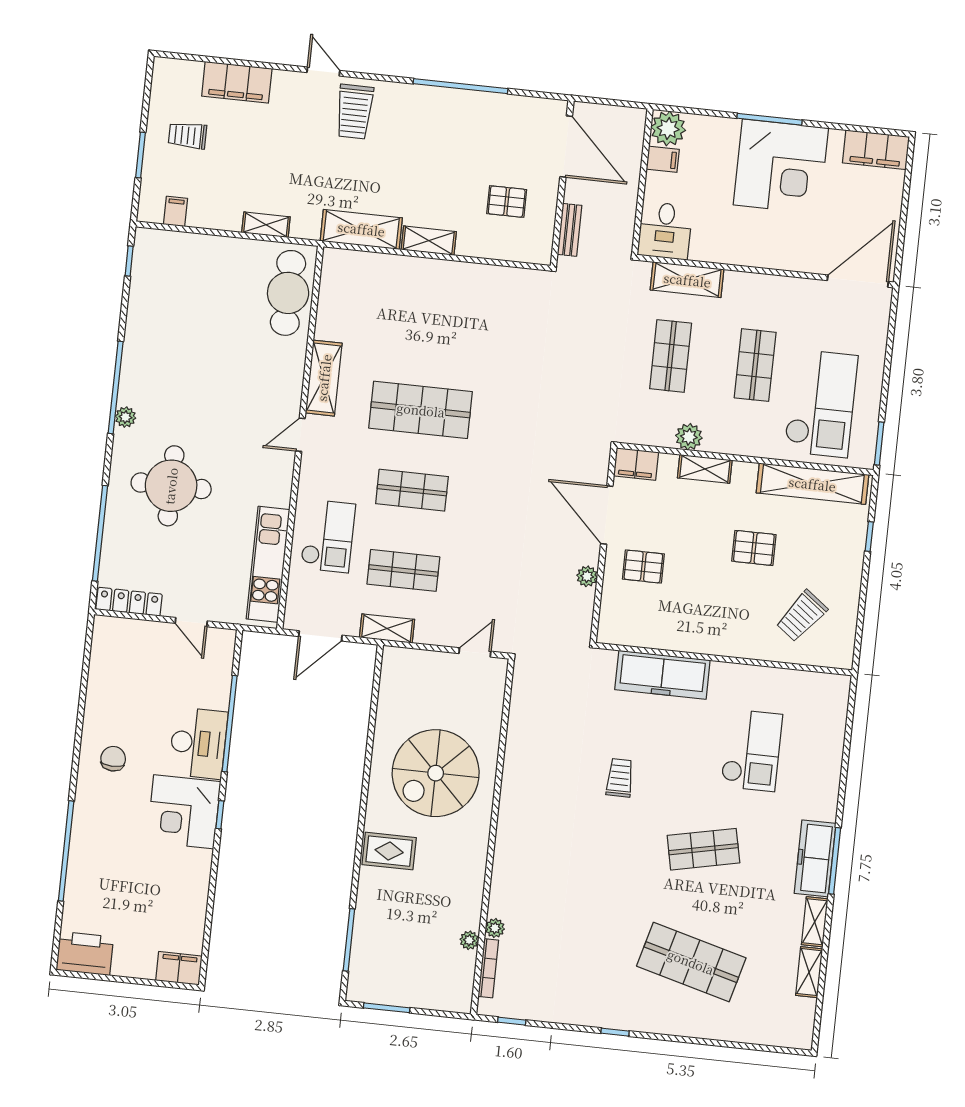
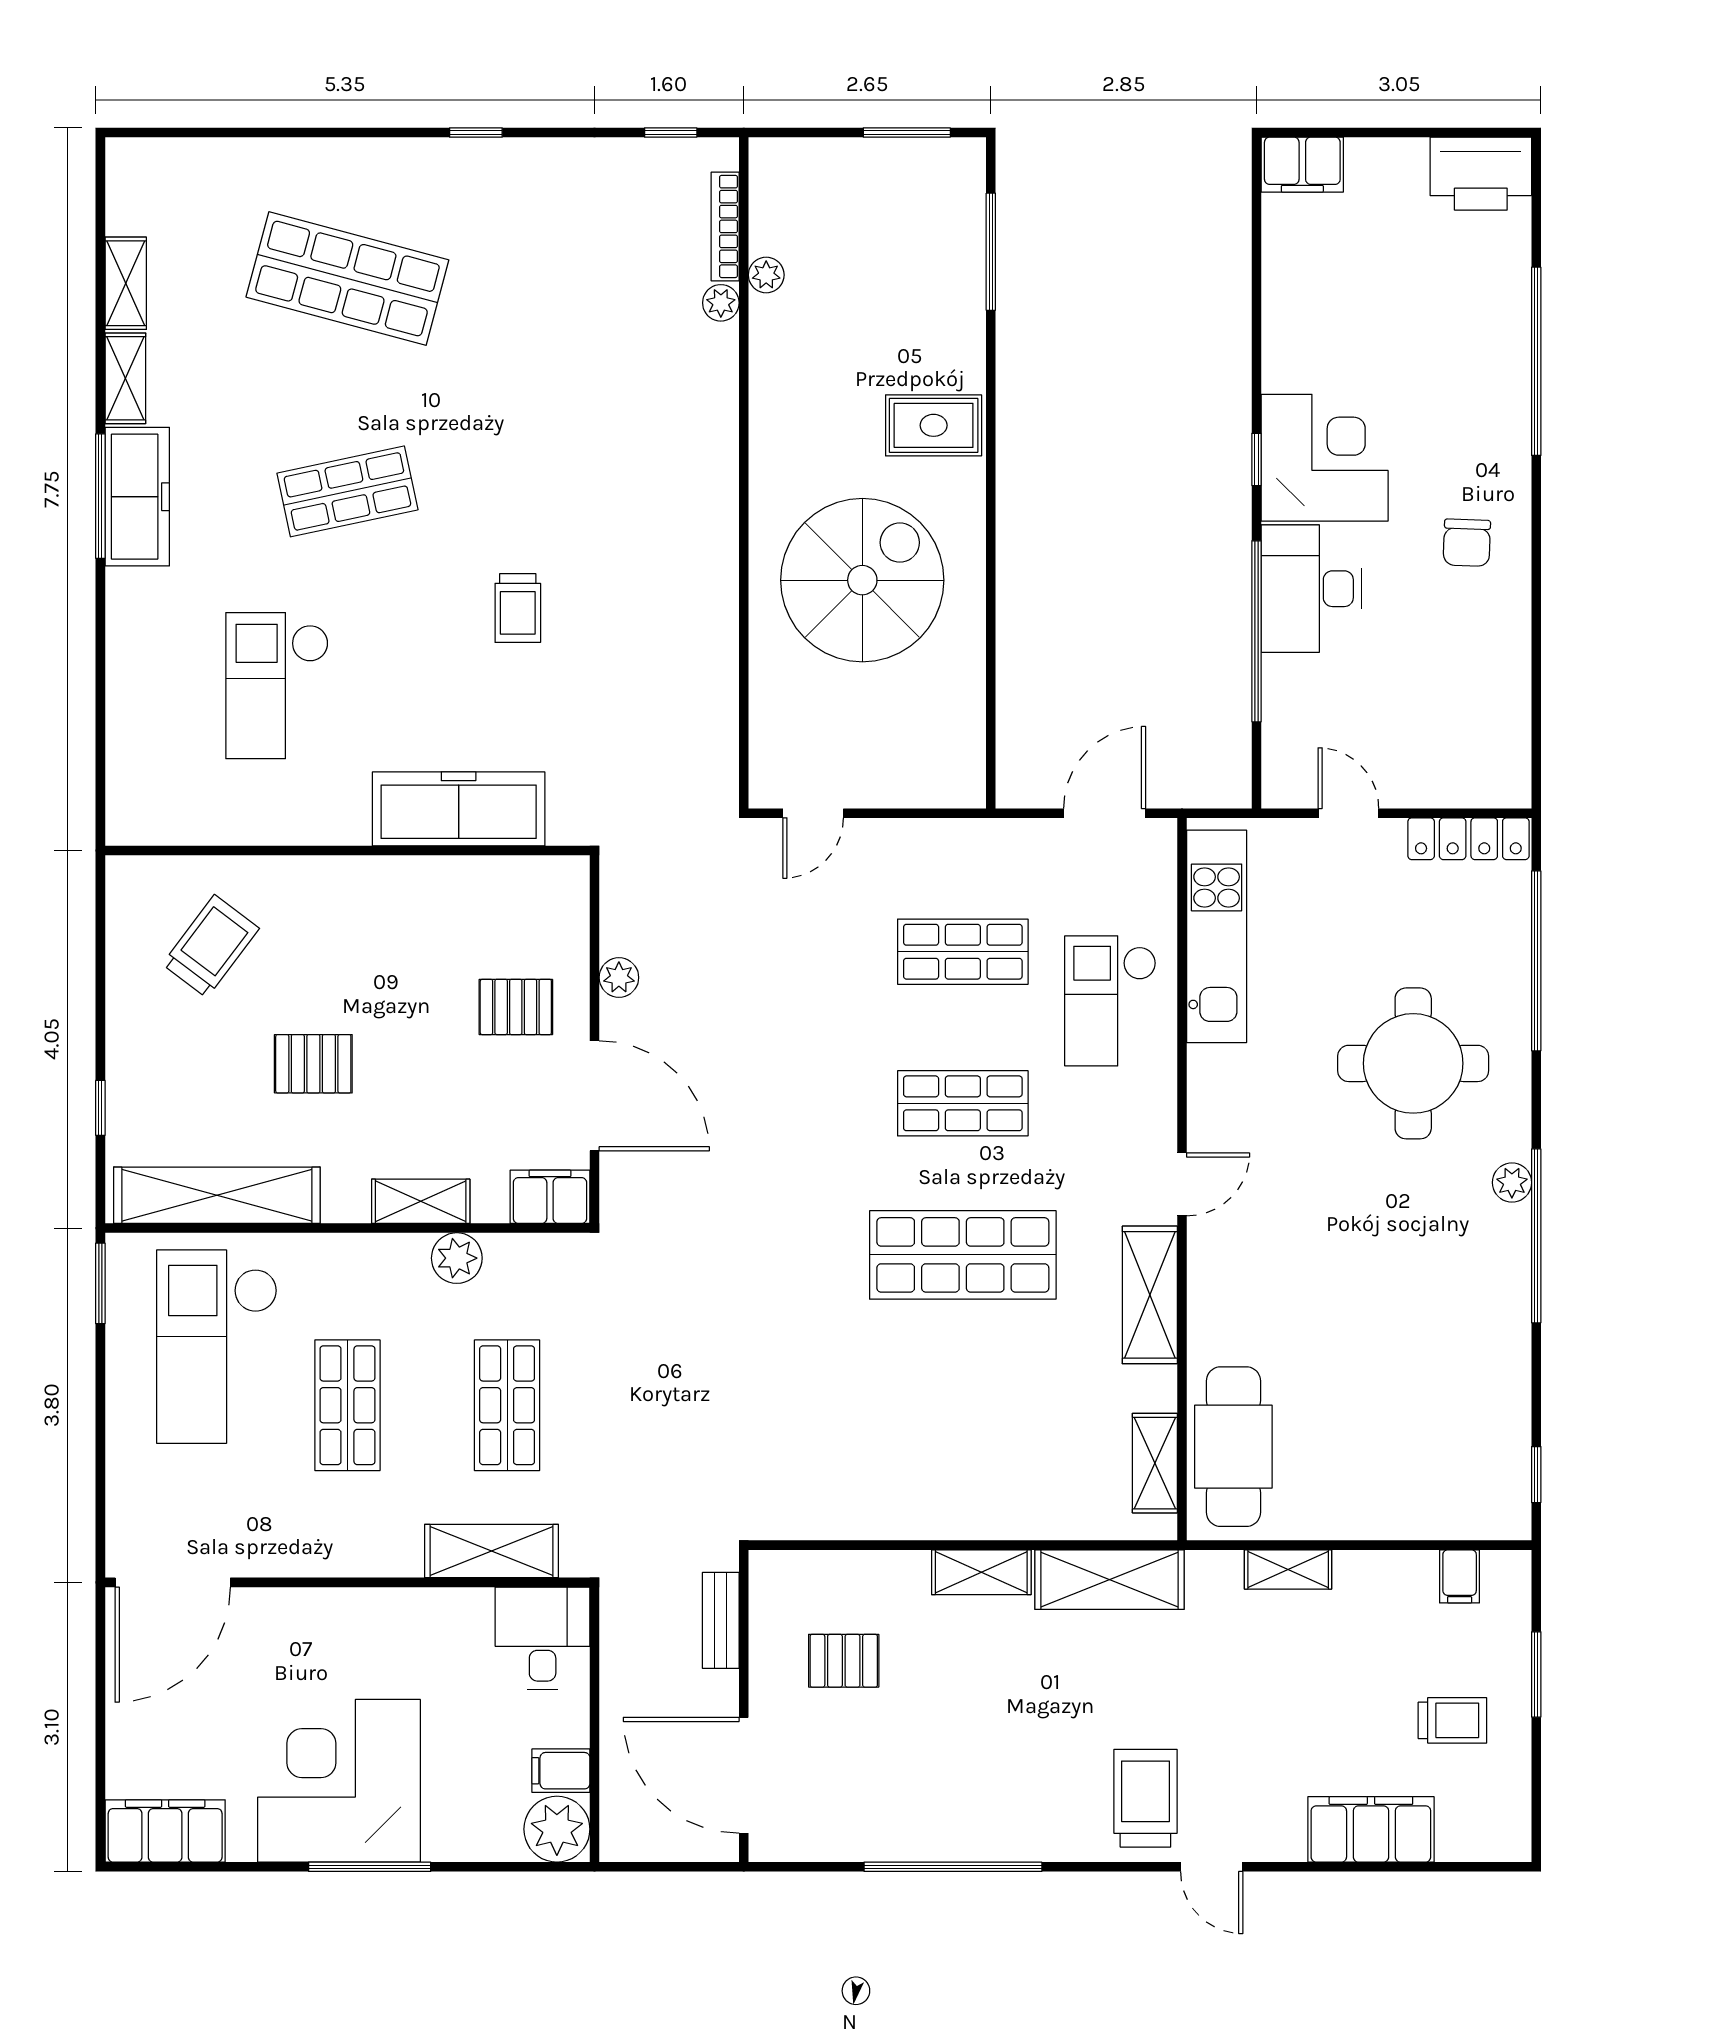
shelving: (387, 629) -> (1155, 1463), moved, turned 90

